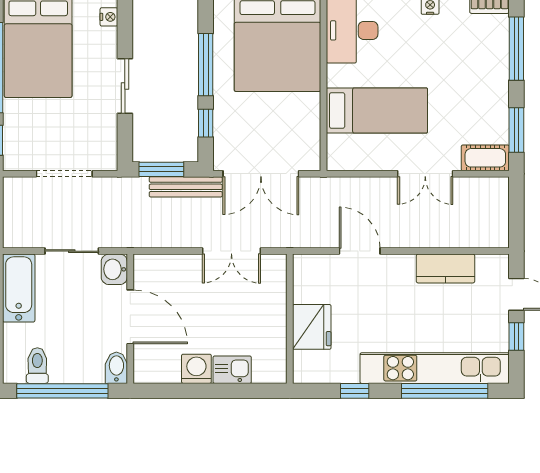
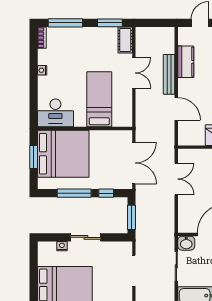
nightstand: (109, 17) -> (62, 246), moved
bench: (186, 187) -> (169, 74), moved
door: (360, 251) -> (176, 109), swing flipped

